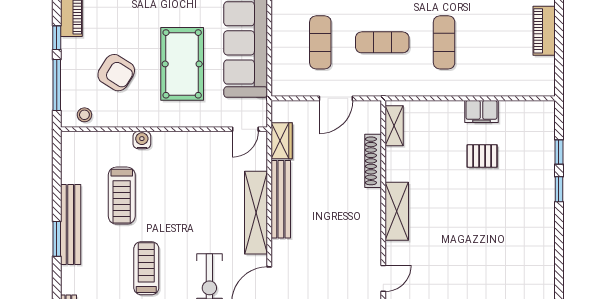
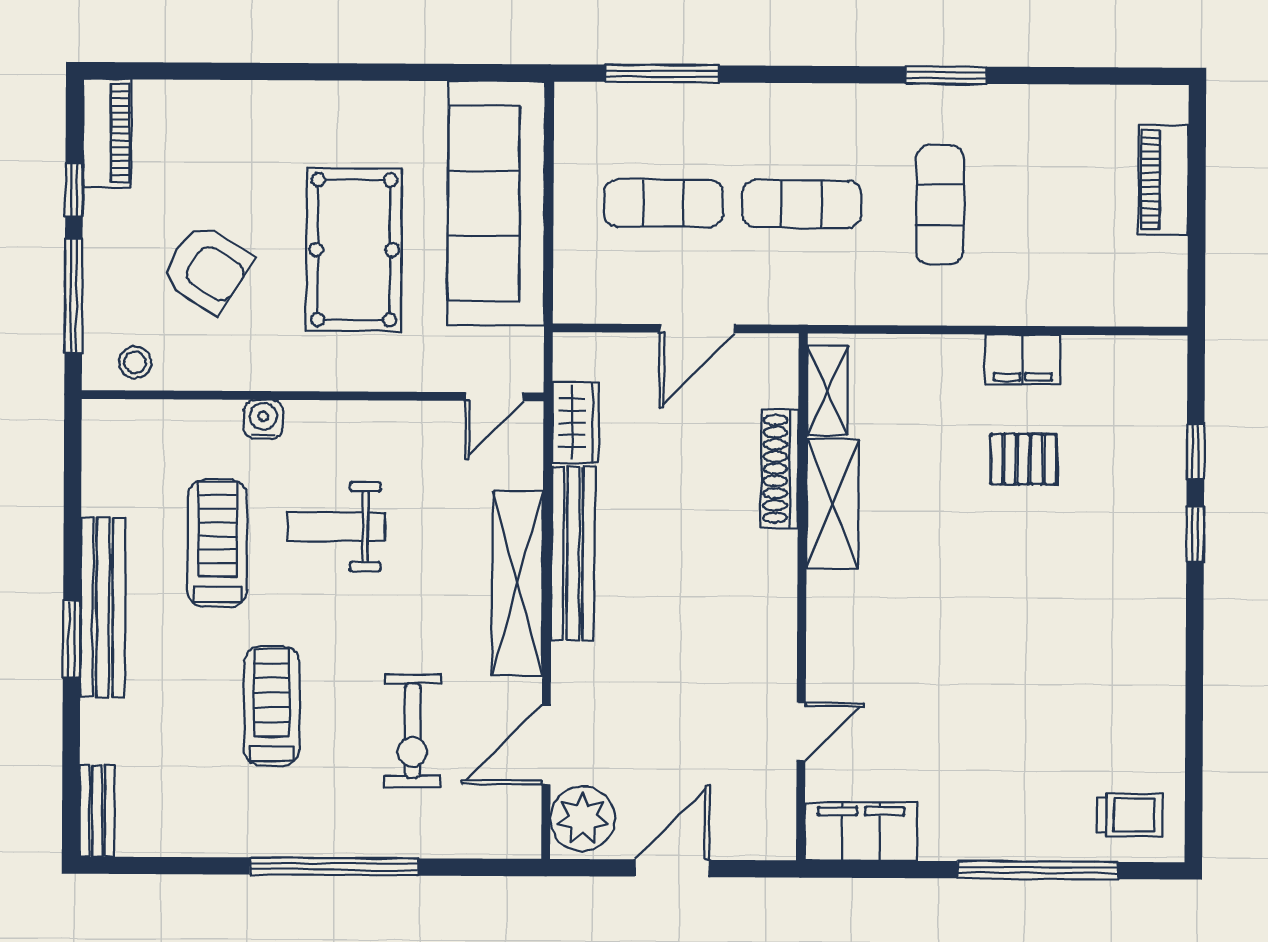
exercise mat: (320, 42) -> (663, 203), turned 90
weight bench: (175, 188) -> (336, 526), added
treadmill: (122, 196) -> (217, 543), turned 180
shelving: (397, 211) -> (833, 504), moved

